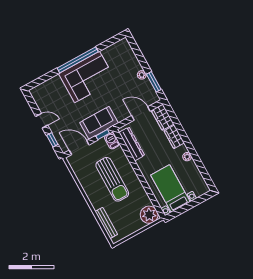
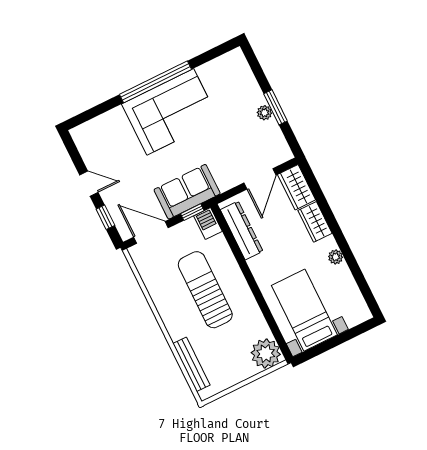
window: (154, 82) -> (275, 107), moved
door: (141, 113) -> (260, 179), swing flipped
sun lounger: (112, 179) -> (205, 290), turned 180

